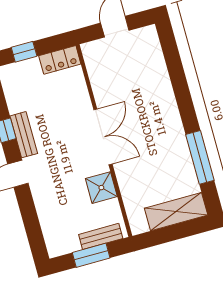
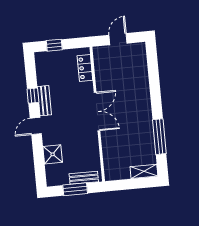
locker: (60, 60) -> (85, 68), moved, turned 90
shower: (101, 188) -> (53, 154), moved
shelving: (176, 212) -> (144, 171), width x0.67, depth x0.75

